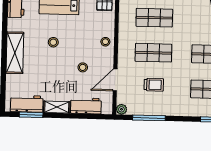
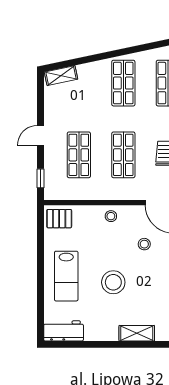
stool: (53, 42) -> (113, 282), width x1.89, depth x1.89
shelving: (15, 53) -> (137, 333), width x0.67, depth x0.75

